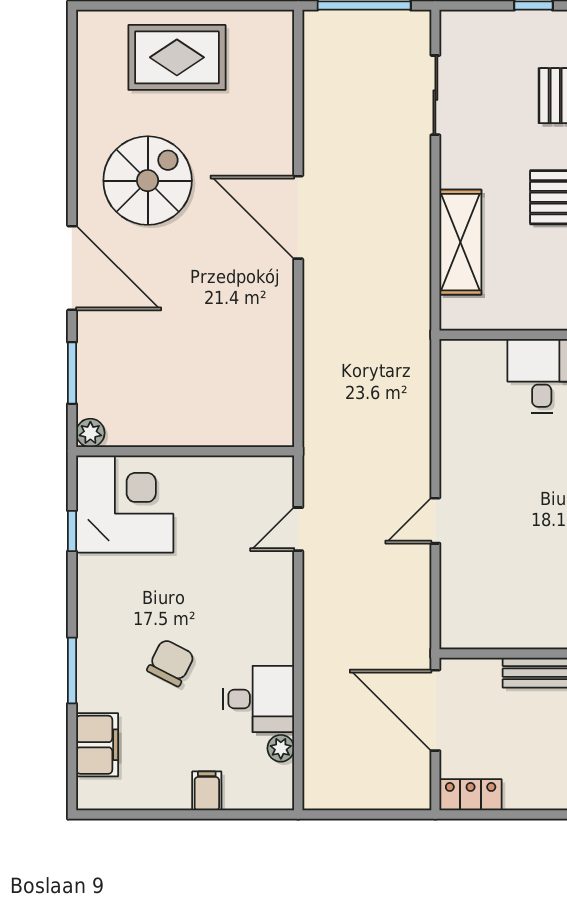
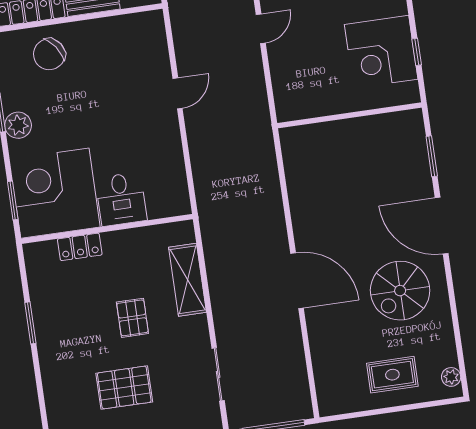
rug: (177, 57) -> (392, 375), width x0.73, depth x0.70
plant: (90, 433) -> (451, 377), moved
corner desk: (125, 504) -> (381, 52), moved
door: (298, 529) -> (261, 29), moved

